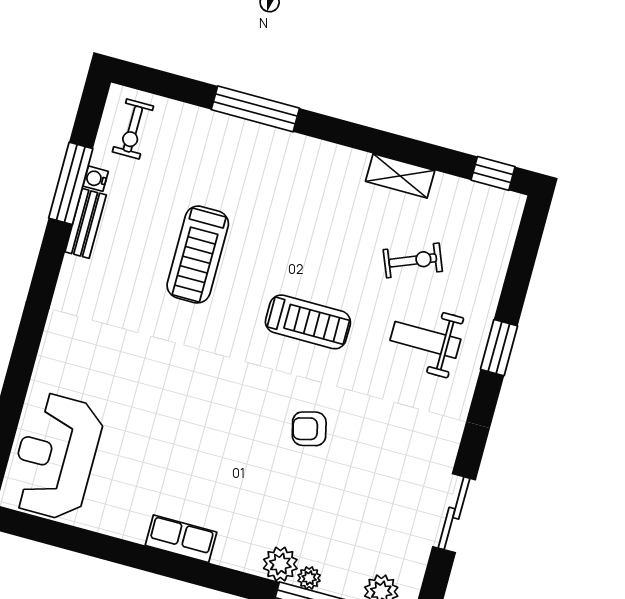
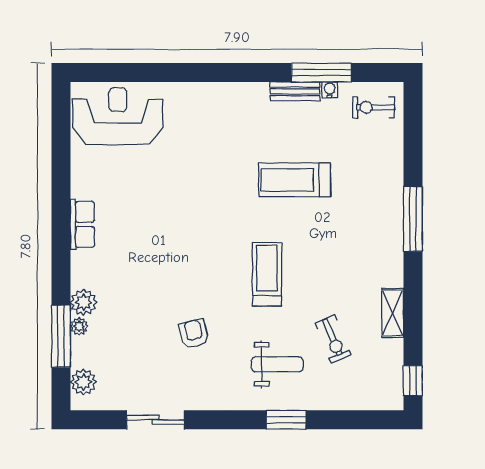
window: (255, 109) -> (413, 219), moved
treadmill: (308, 322) -> (267, 274), turned 180
weight bench: (425, 340) -> (277, 364), turned 90
armchair: (309, 429) -> (194, 334), moved

